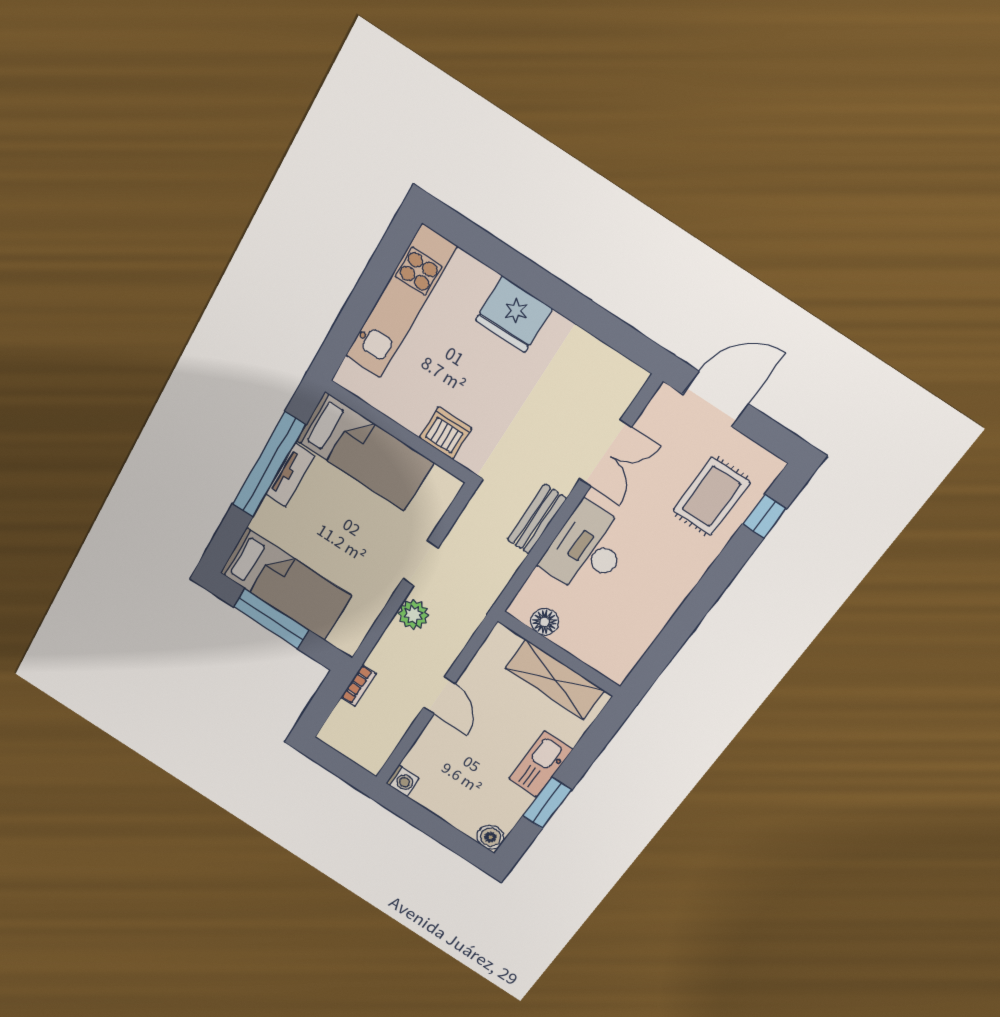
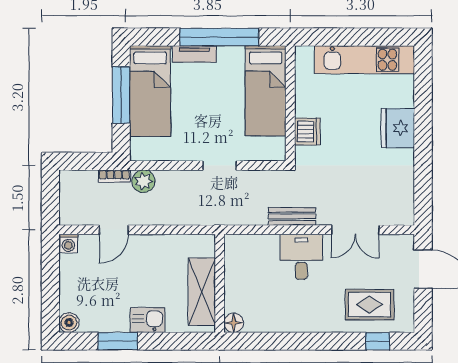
tv unit: (290, 475) -> (194, 54), moved
desk: (587, 549) -> (301, 257), width x0.73
plant: (413, 615) -> (143, 181), moved
floor lamp: (545, 622) -> (234, 323), moved
door: (439, 695) -> (114, 230), moved
kitchen sink: (541, 764) -> (148, 320), width x0.73

